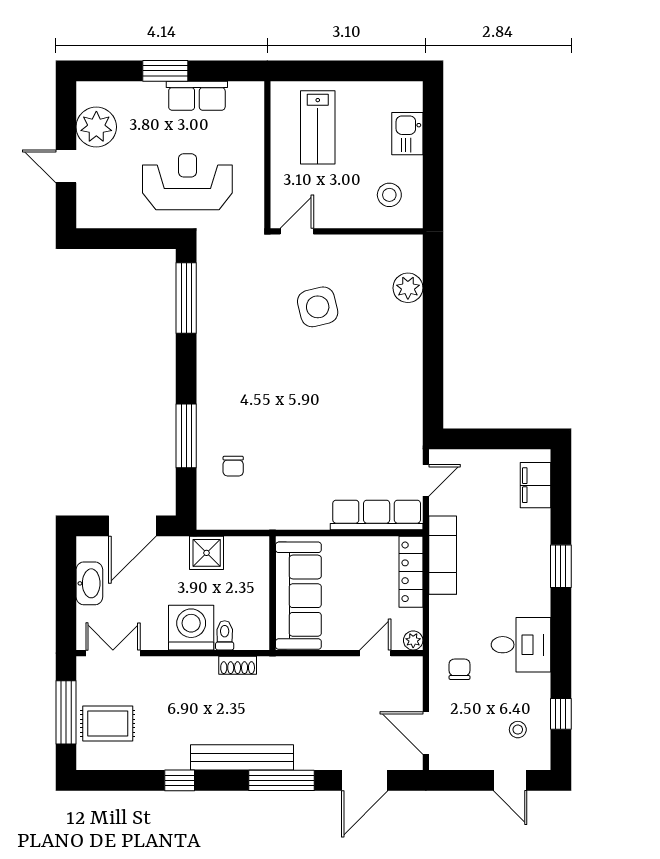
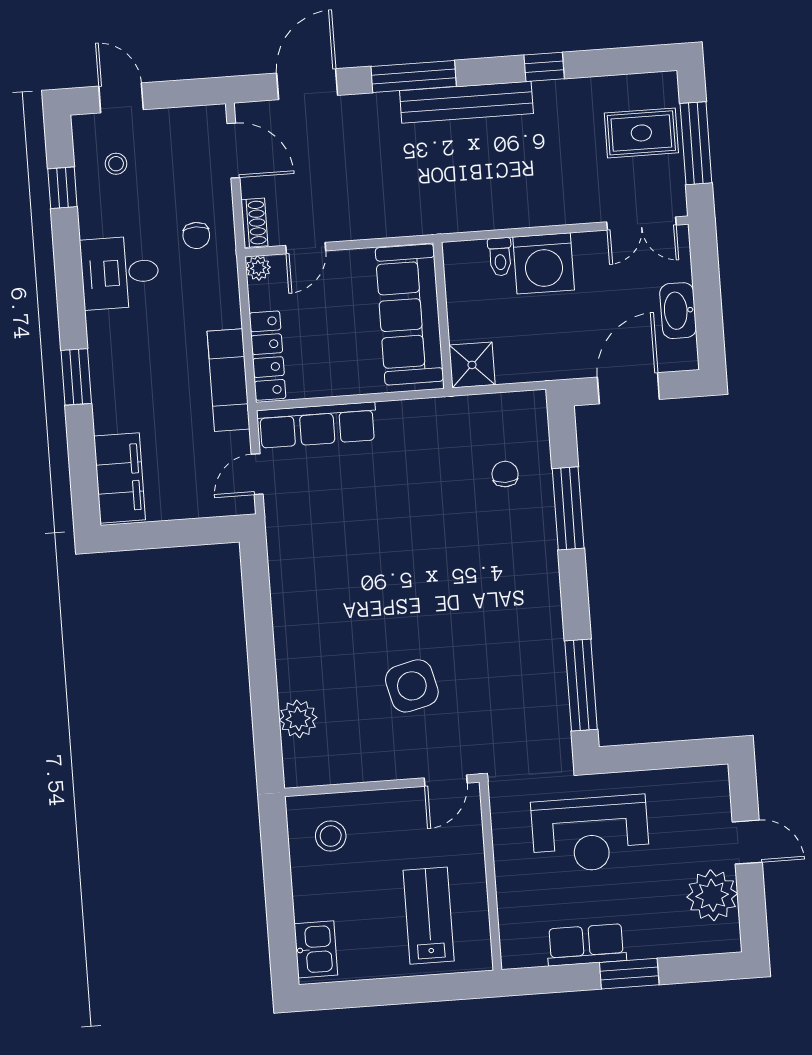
kitchen sink: (407, 134) -> (316, 949), moved
filing cabinet: (535, 485) -> (120, 478), width x1.50, depth x1.17
shower: (207, 553) -> (472, 365), moved
shoe rack: (238, 665) -> (254, 223), moved, turned 90

